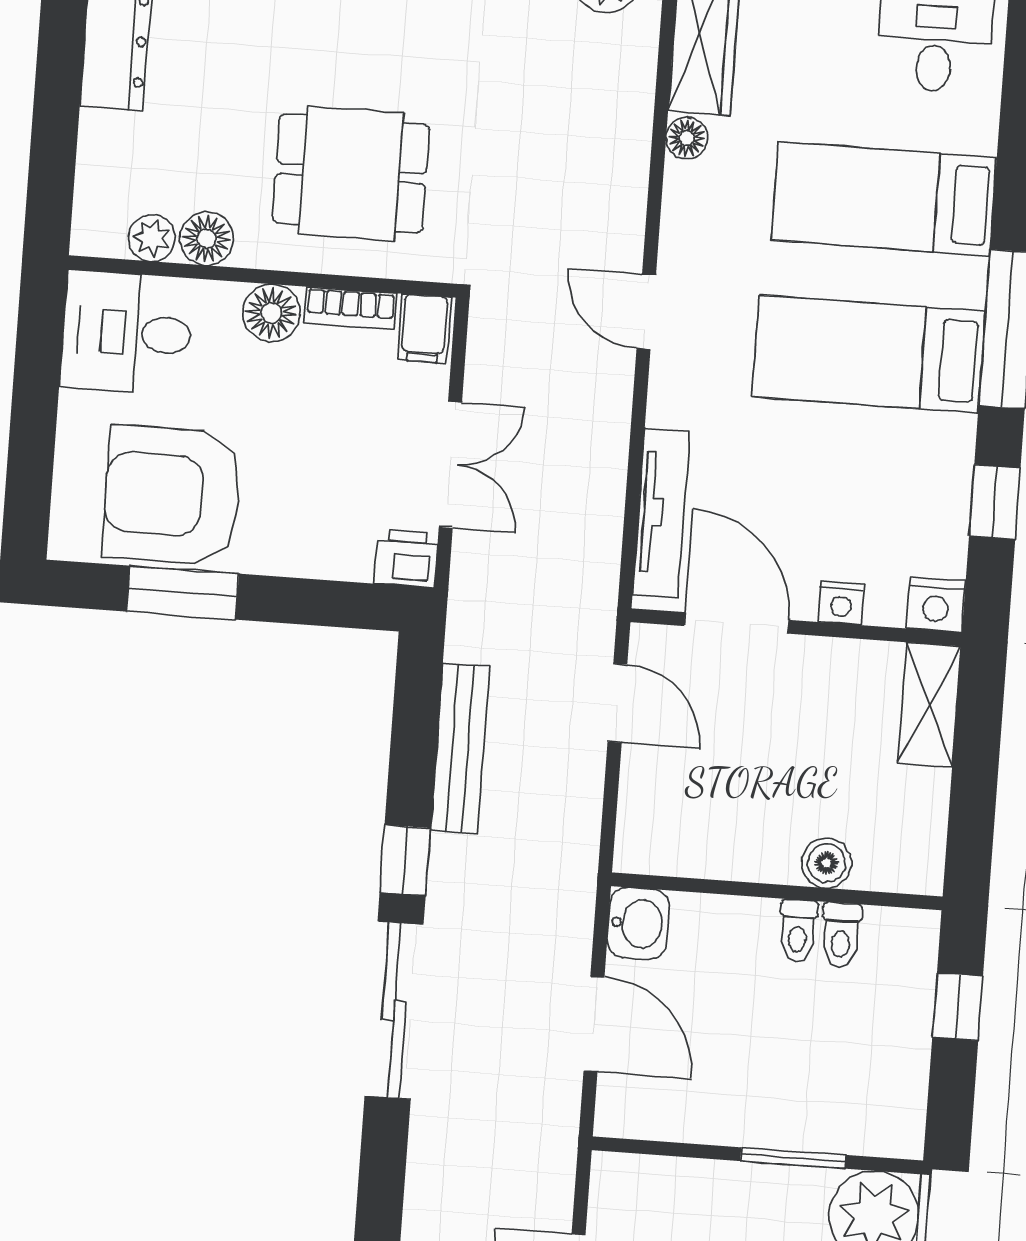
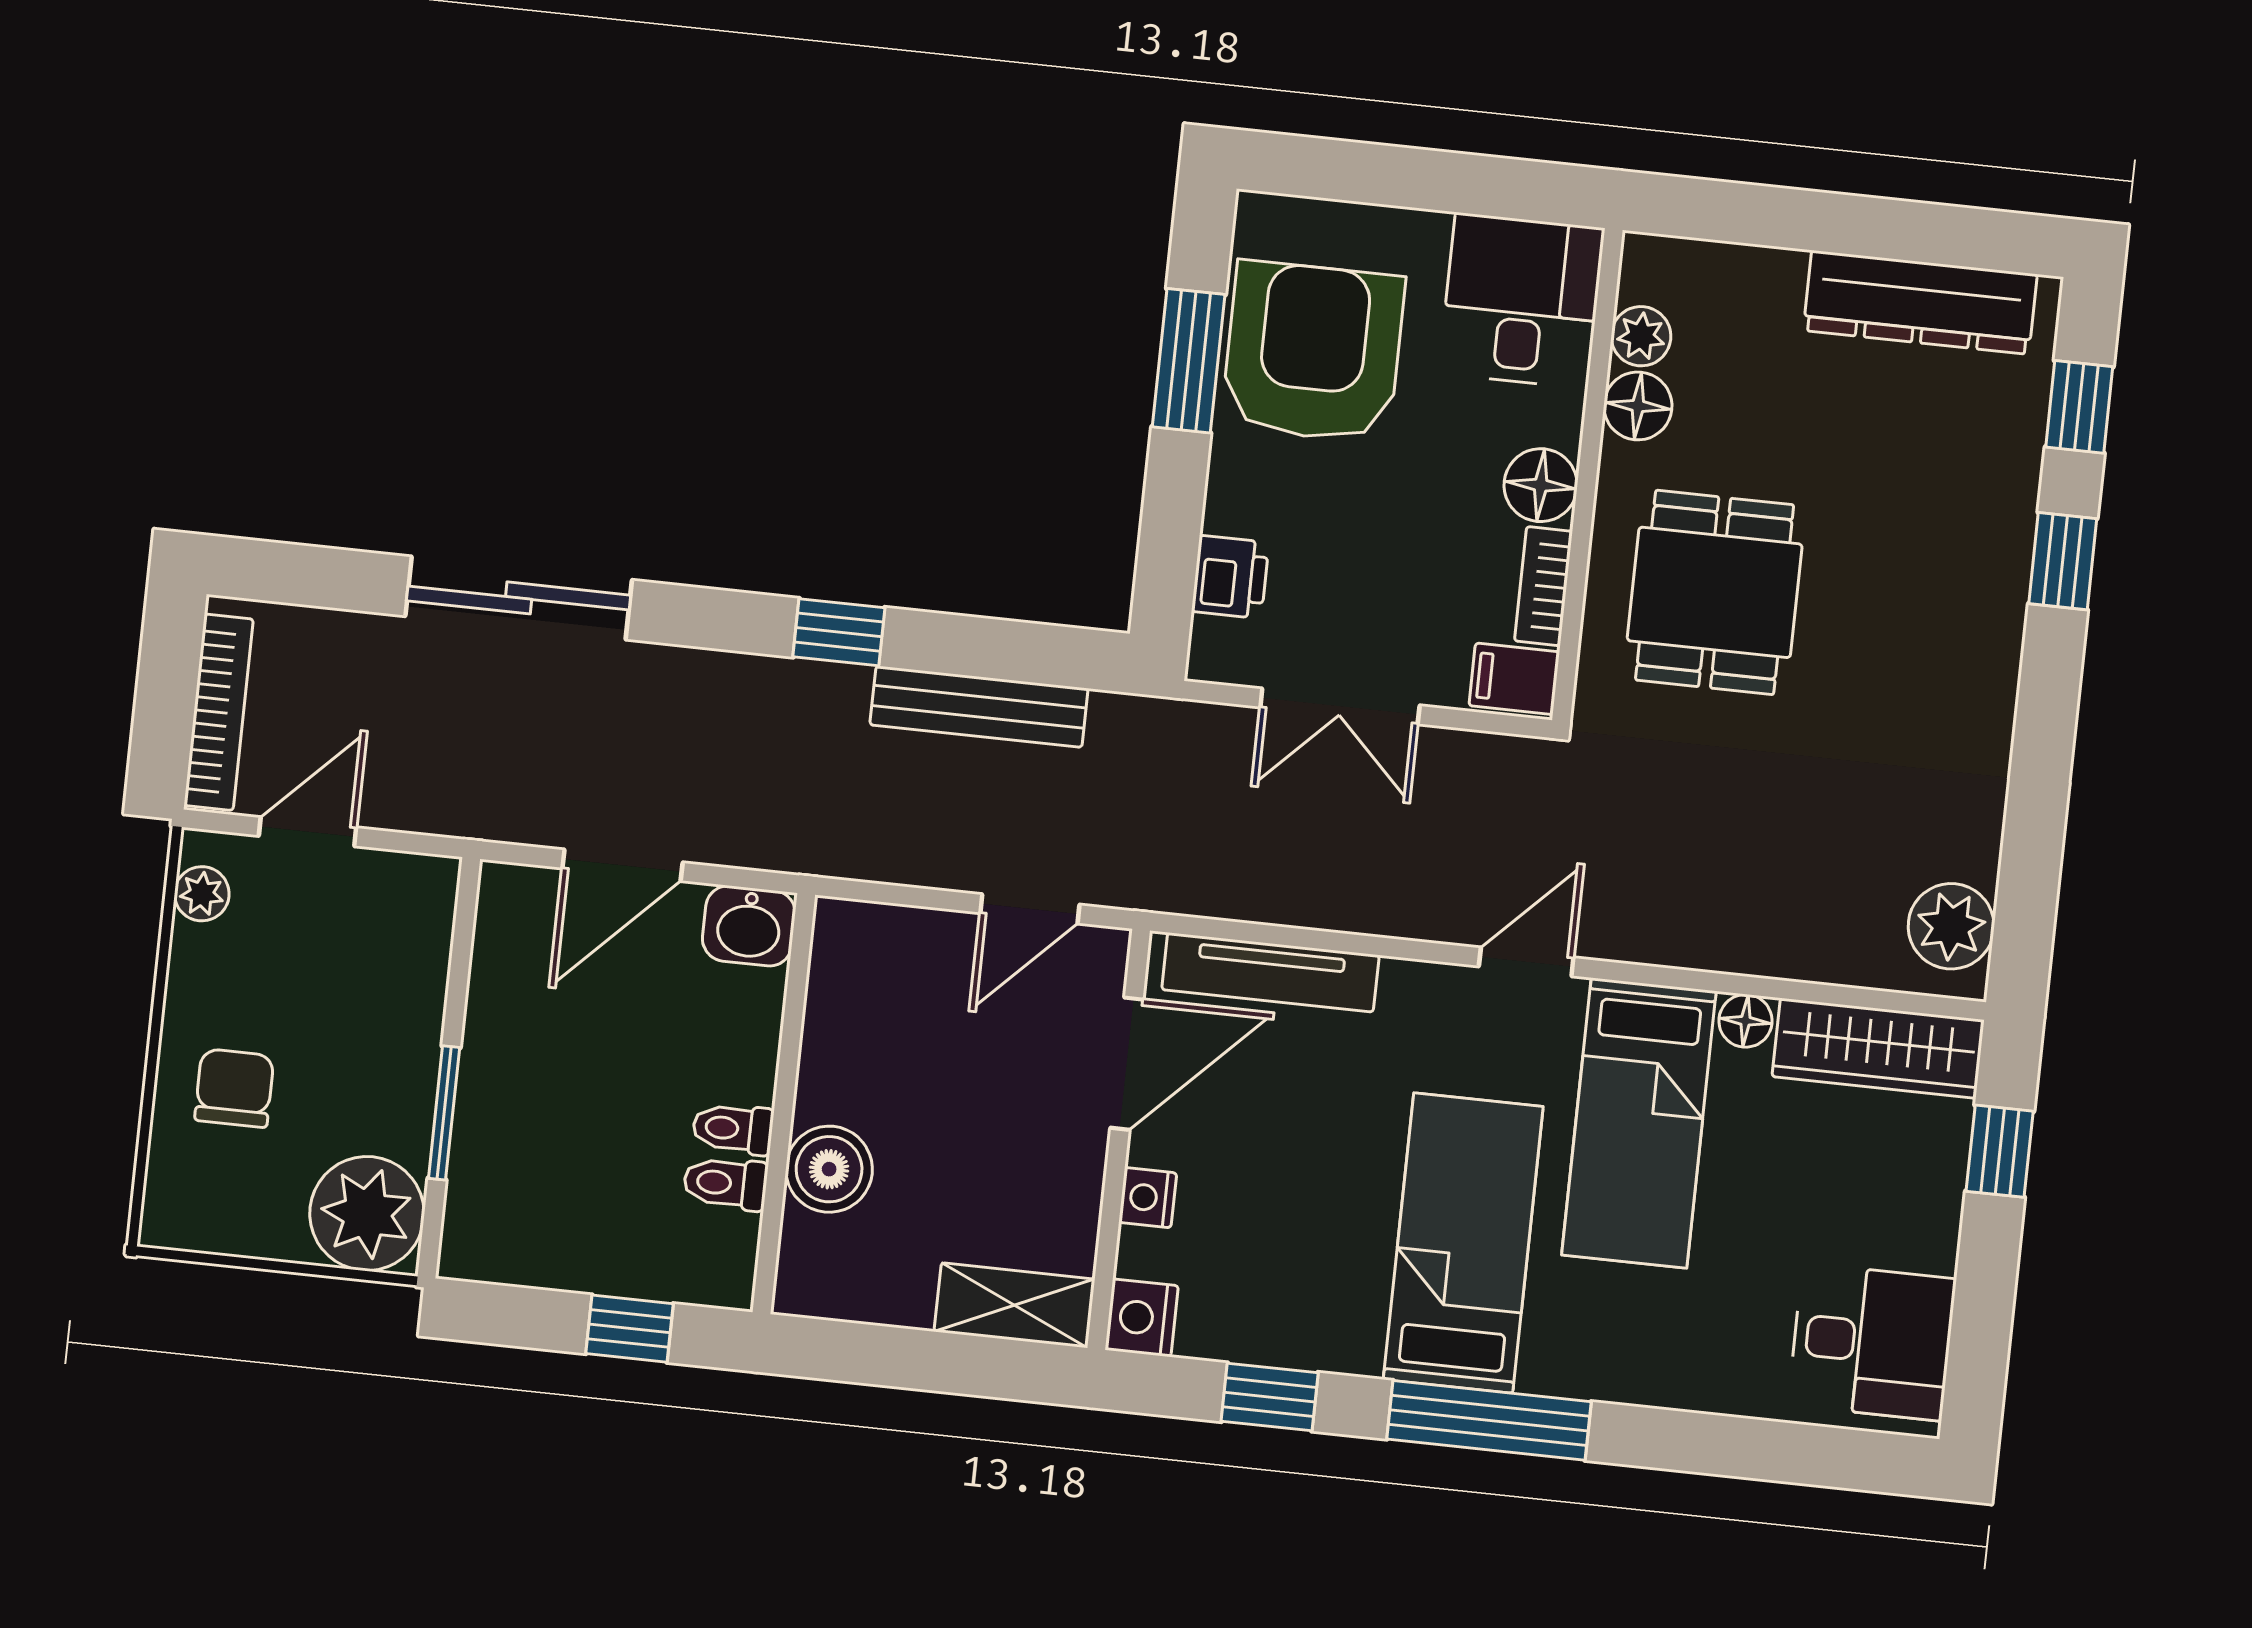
bed: (884, 199) -> (1639, 1123), moved, turned 180
printer: (406, 558) -> (1230, 577), moved
boiler: (827, 863) -> (829, 1169), width x1.36, depth x1.36
sliding door: (394, 1010) -> (519, 598), moved

